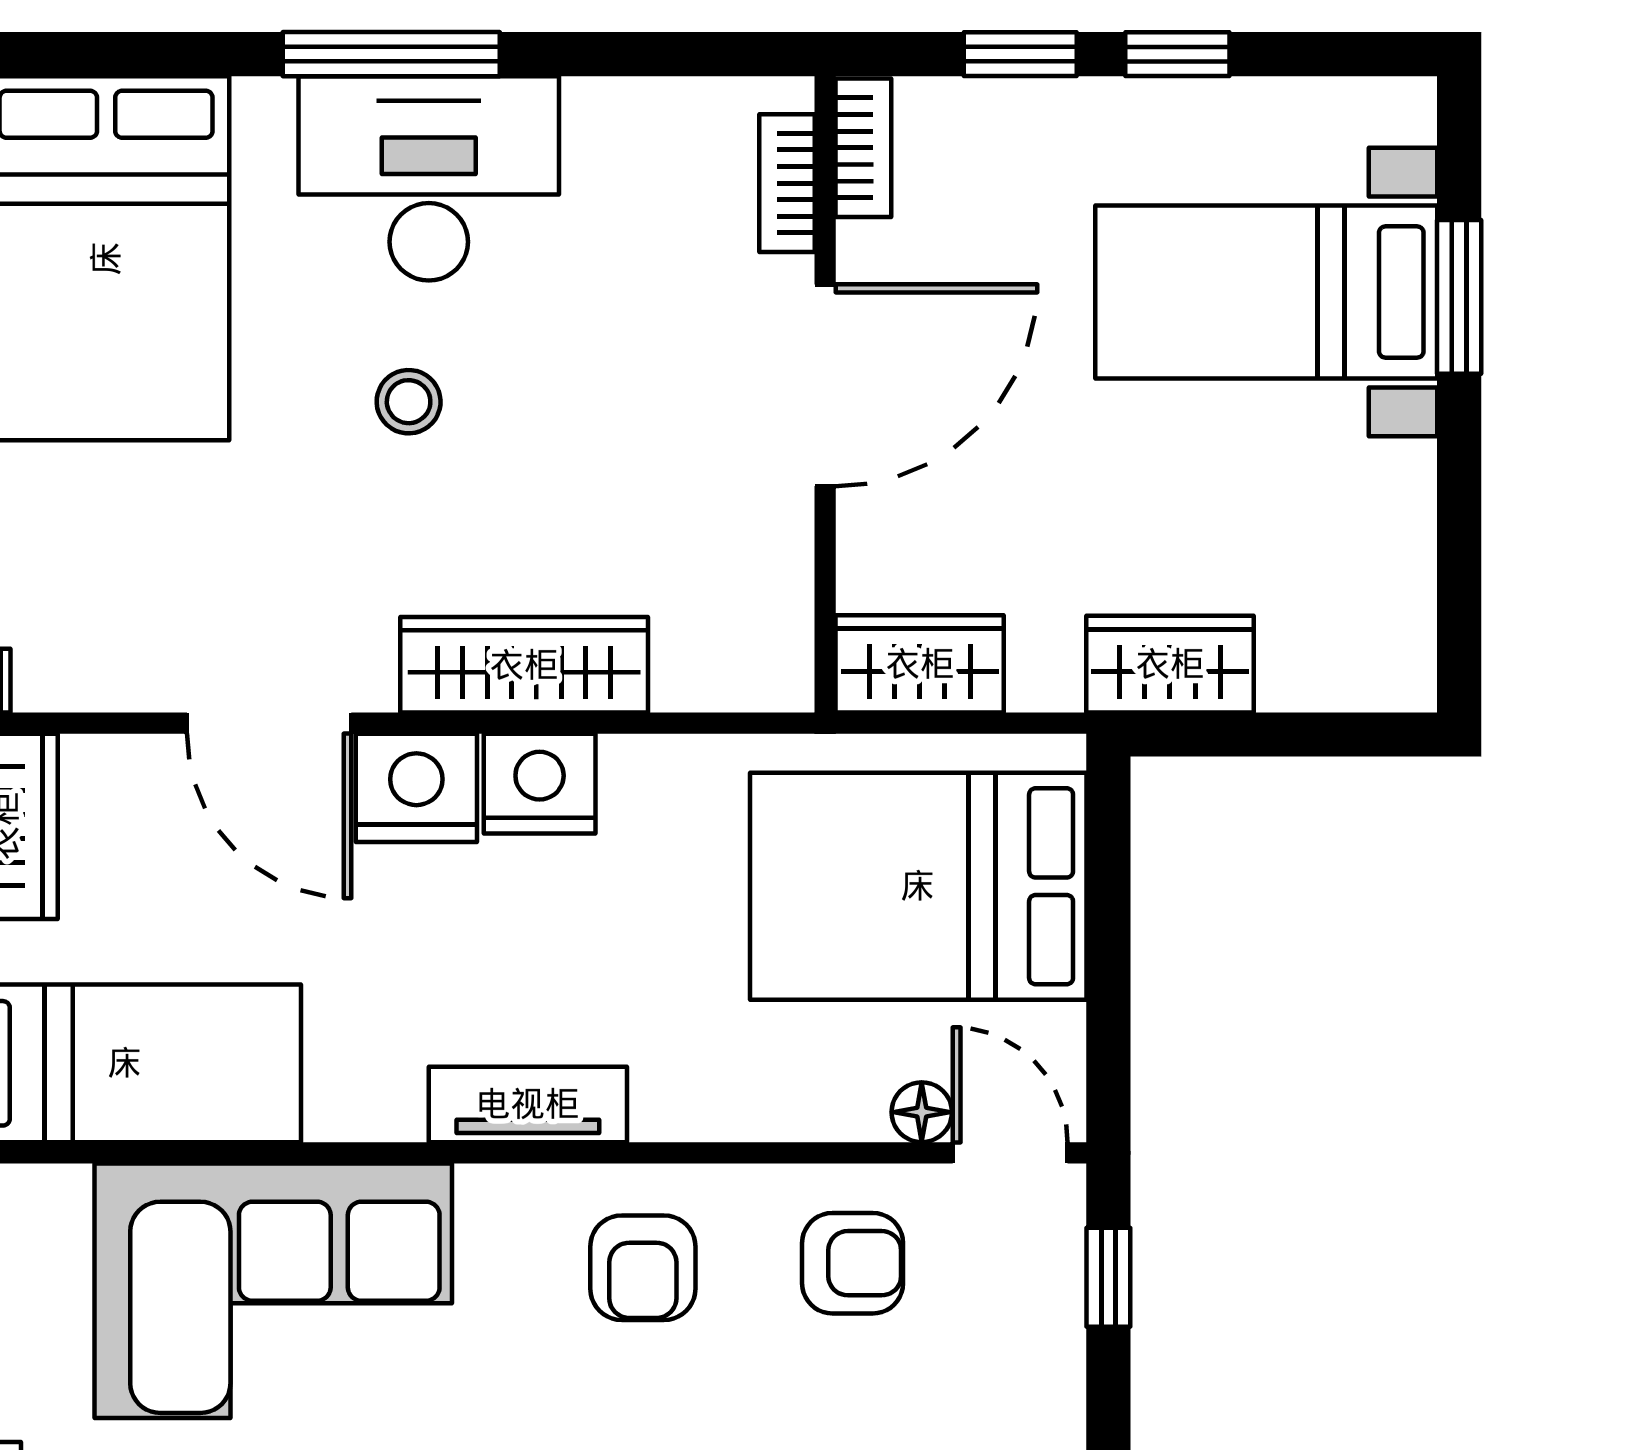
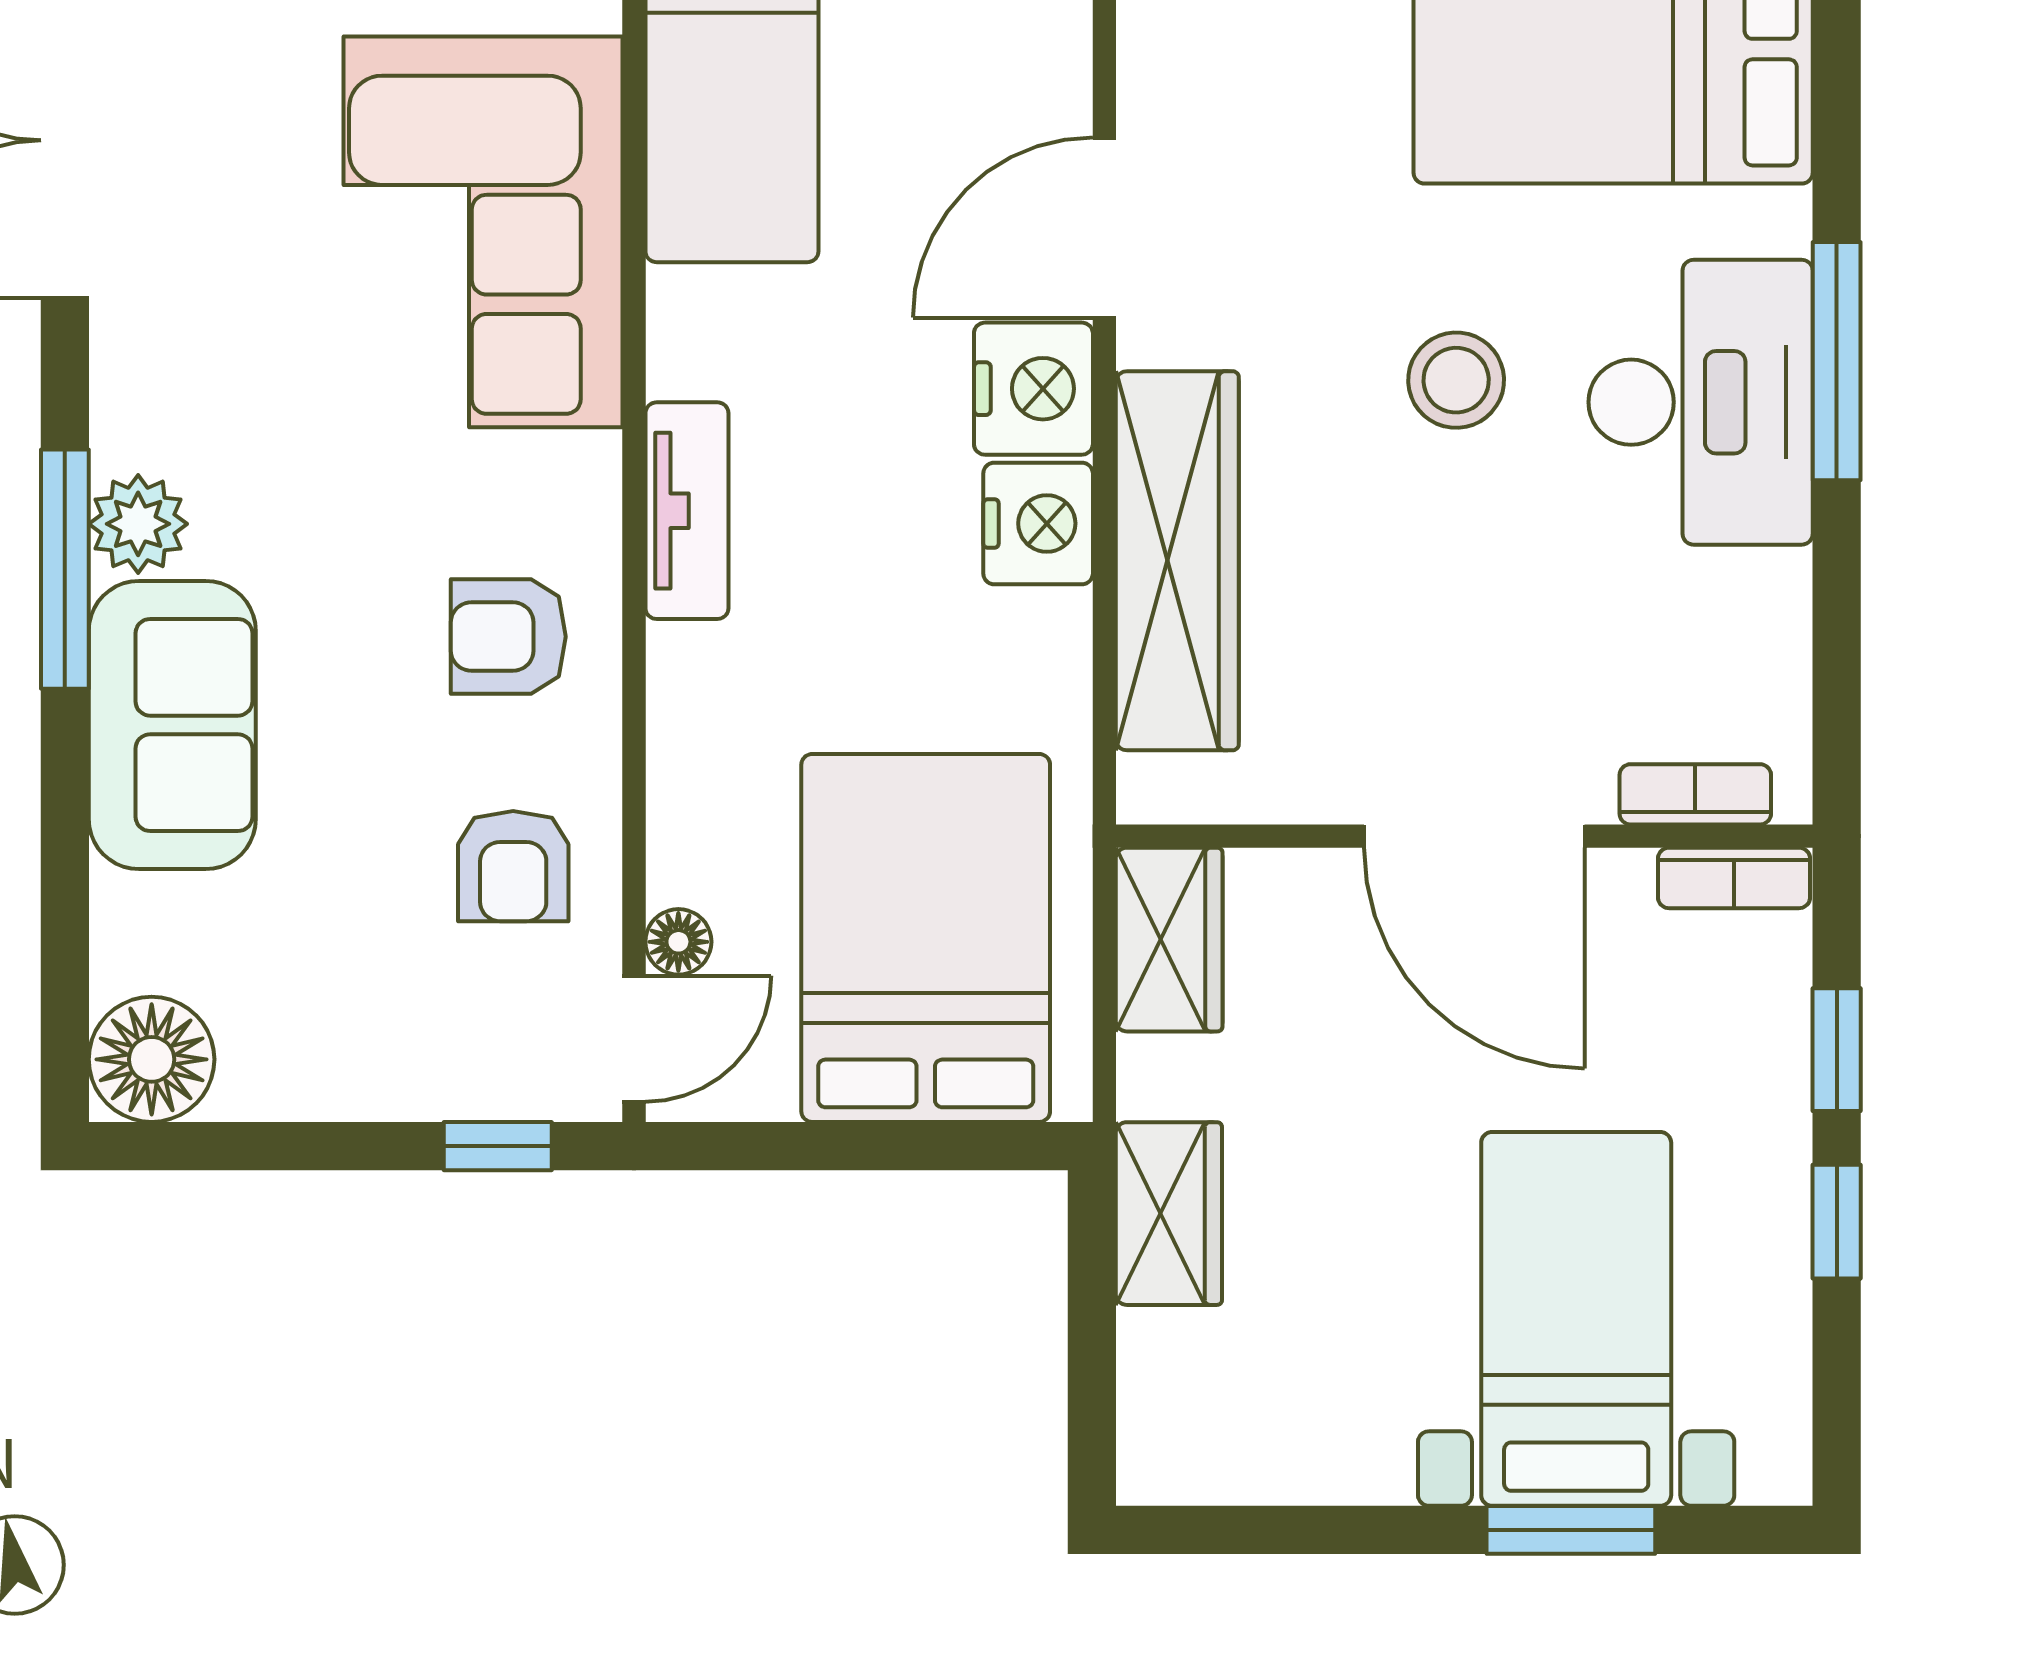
stool: (409, 402) -> (1456, 380), width x1.37, depth x1.37
wardrobe: (524, 665) -> (1177, 561), width x1.40, depth x1.17

